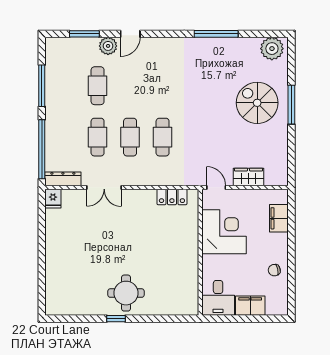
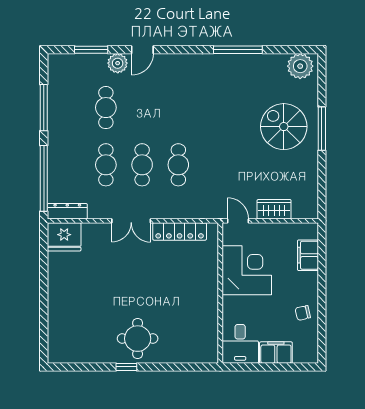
double door: (104, 187) -> (131, 221), moved
locker: (172, 197) -> (180, 231), width x1.53
fridge: (53, 199) -> (64, 237), width x1.88, depth x1.34

